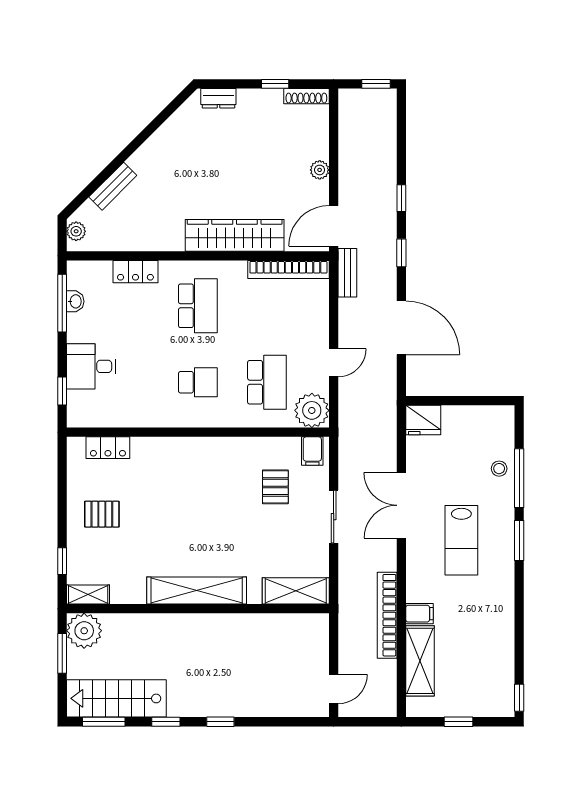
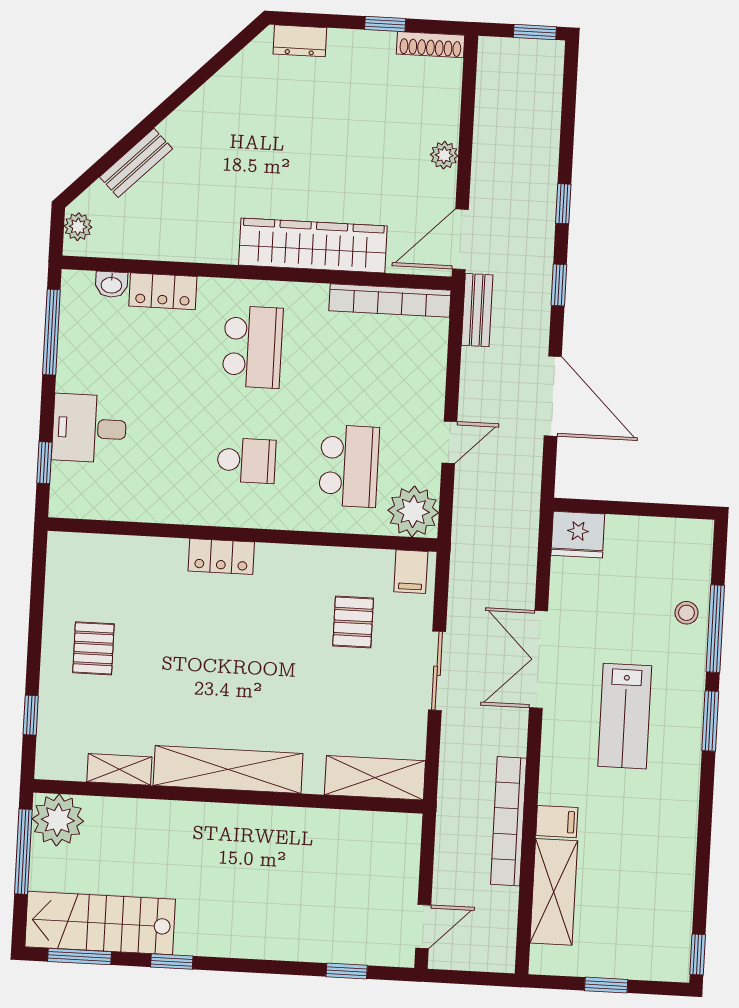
washbasin: (75, 301) -> (111, 284), moved, turned 90
locker: (108, 448) -> (221, 557), moved
pallet: (102, 514) -> (93, 648), turned 90
shelving: (88, 594) -> (119, 769), moved
window: (62, 653) -> (23, 852), width x1.44
window: (220, 722) -> (347, 971), moved

